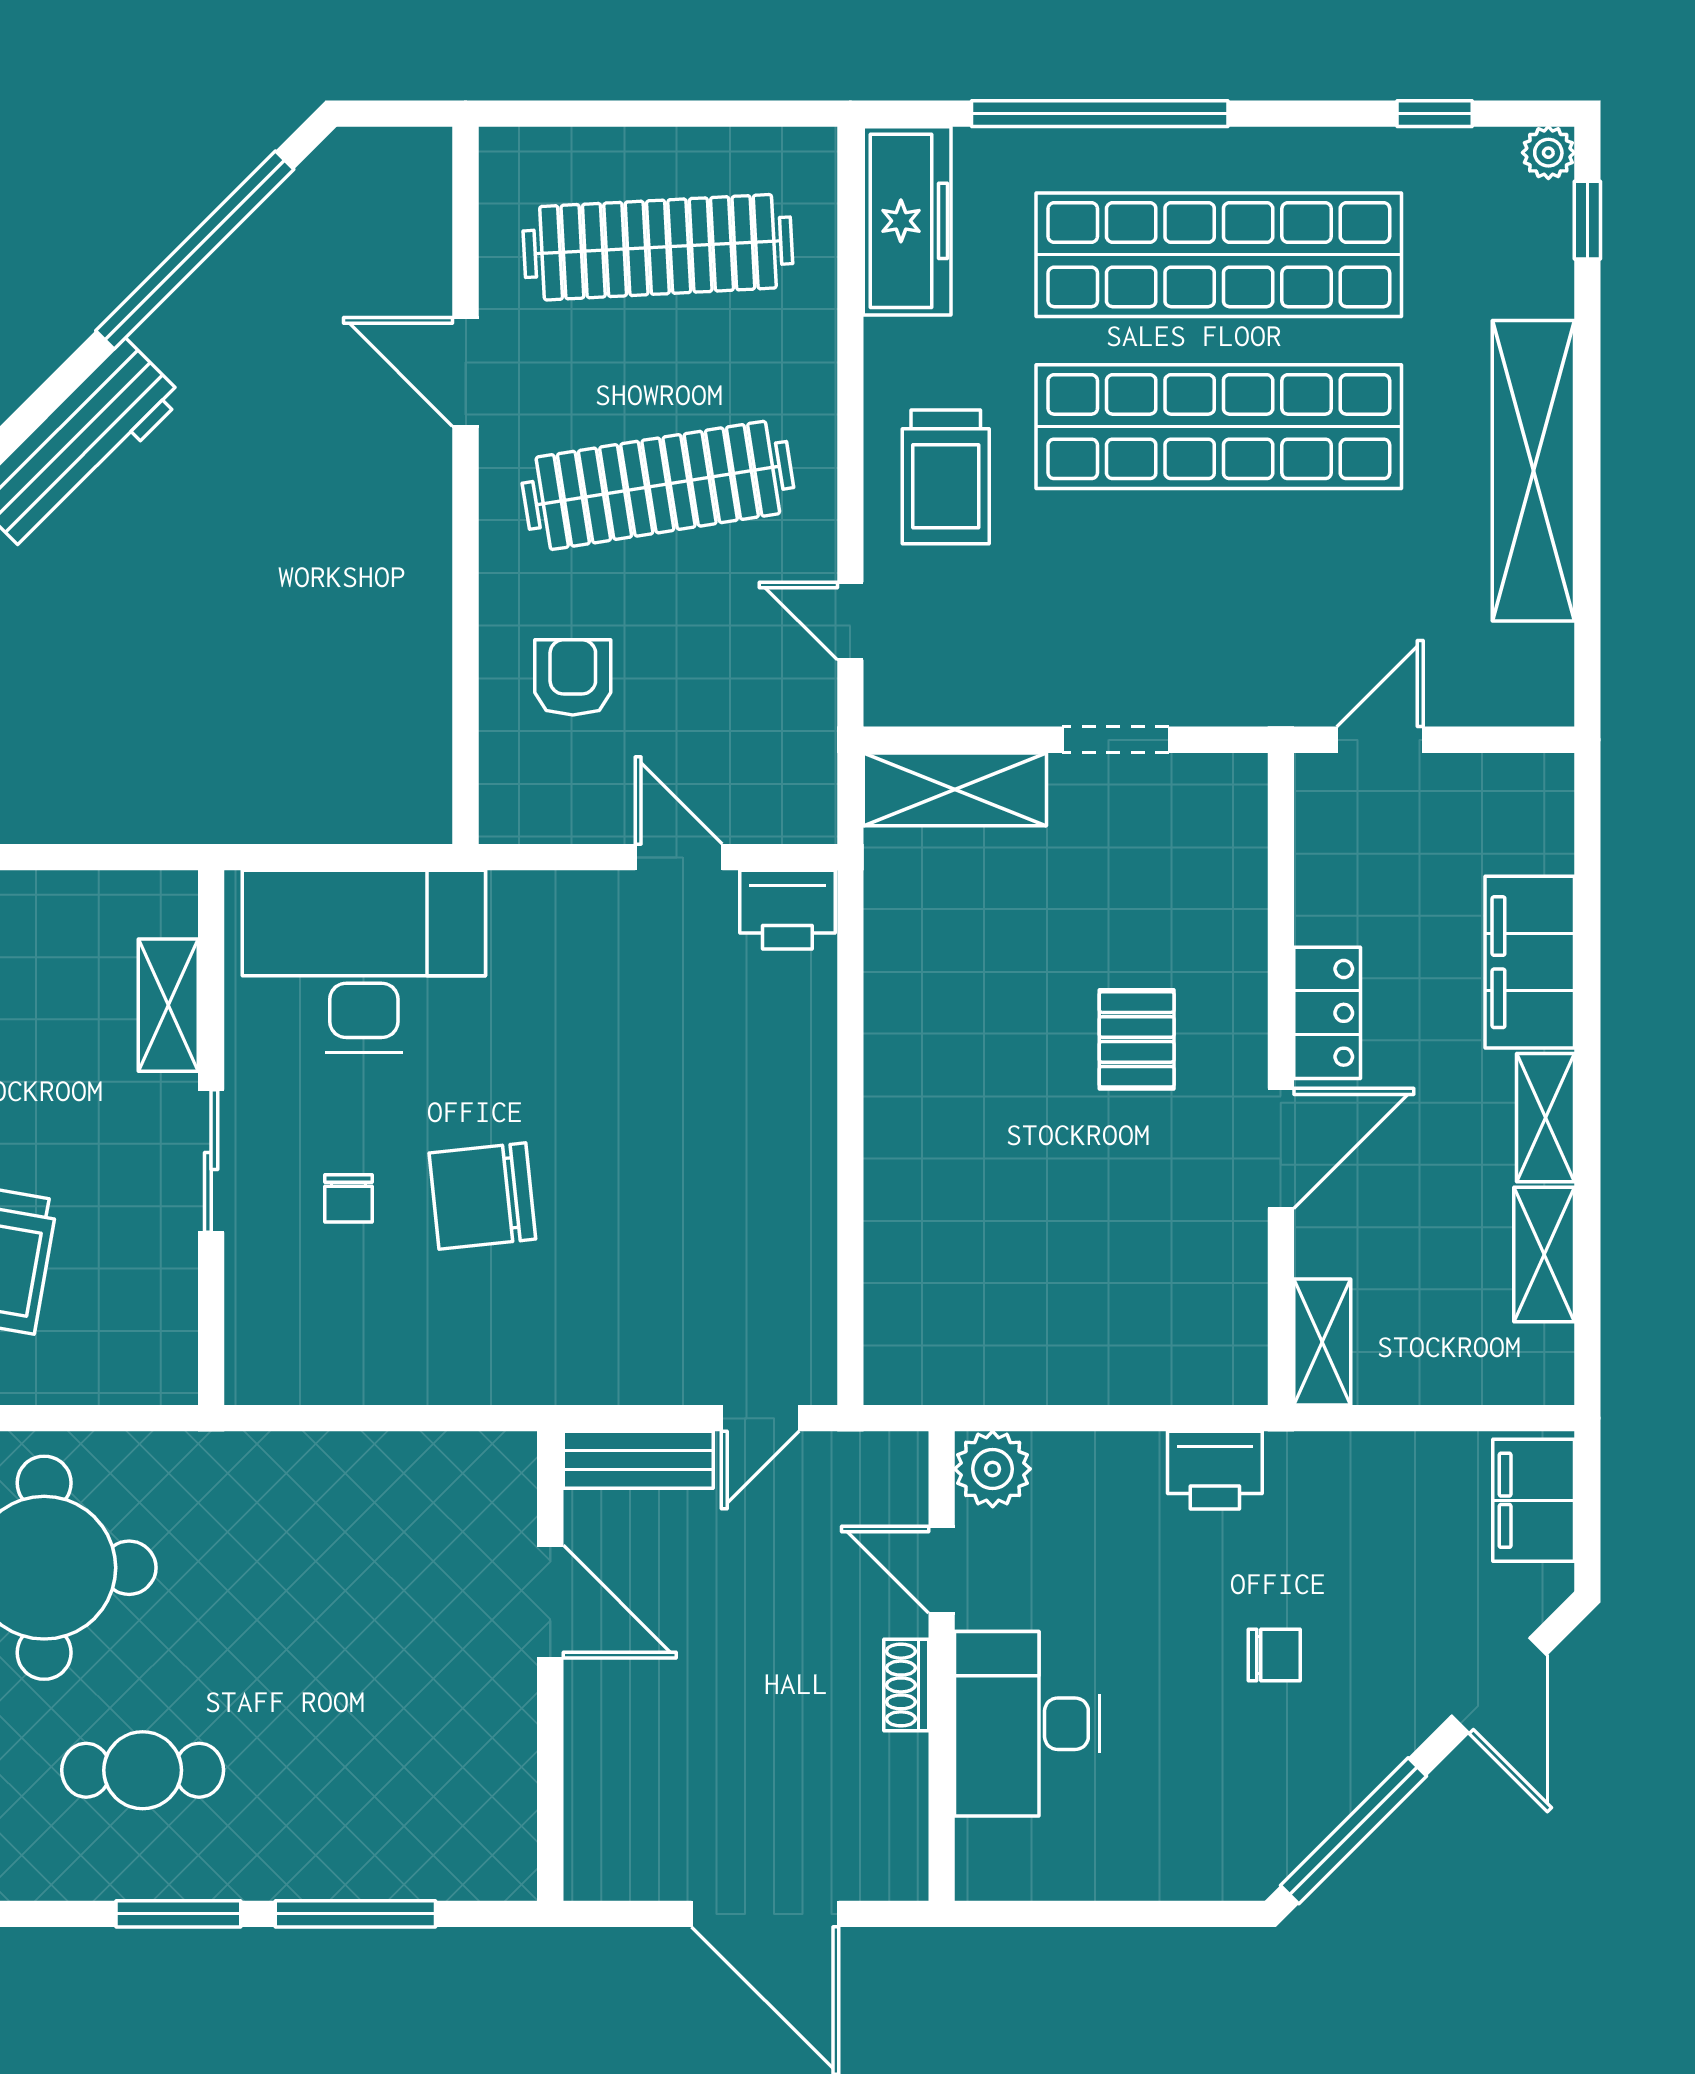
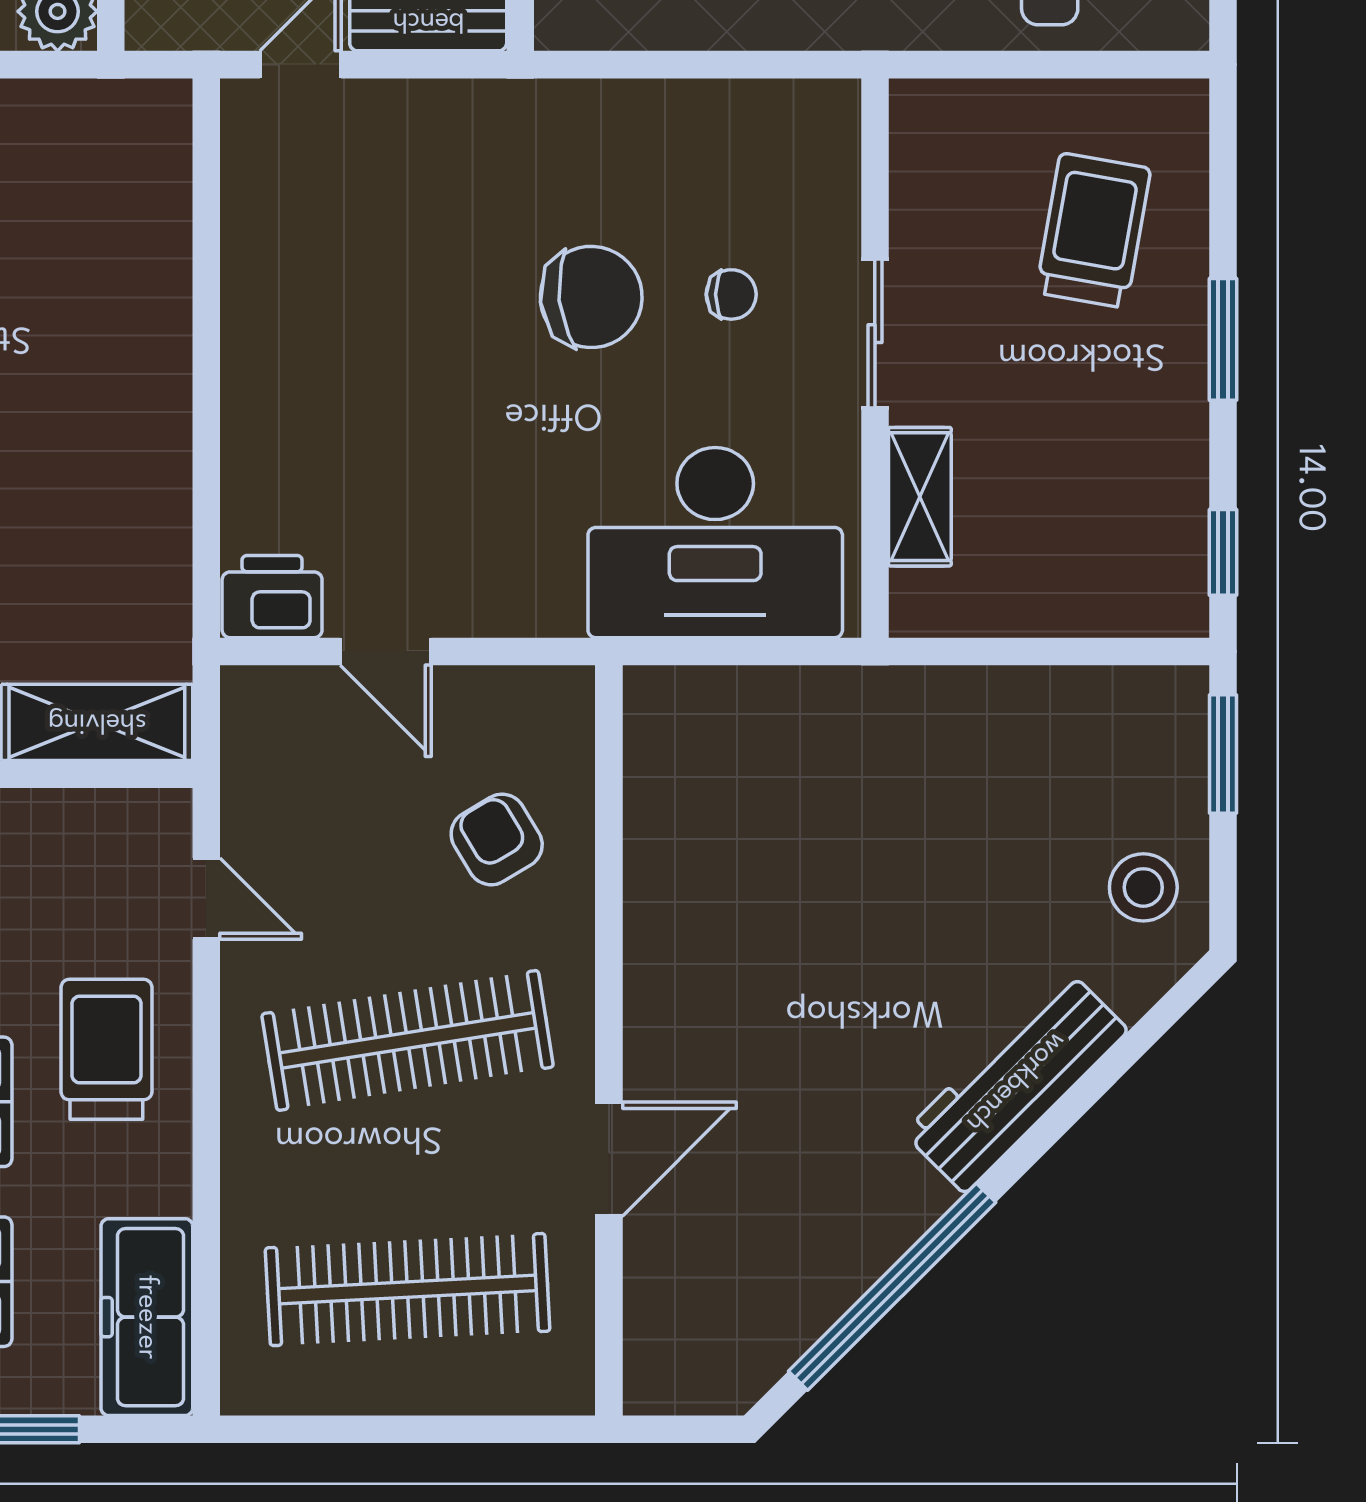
door: (466, 372) -> (609, 1159), hinge flipped
armchair: (573, 677) -> (497, 839), turned 149
chair: (349, 1198) -> (731, 294), turned 90

